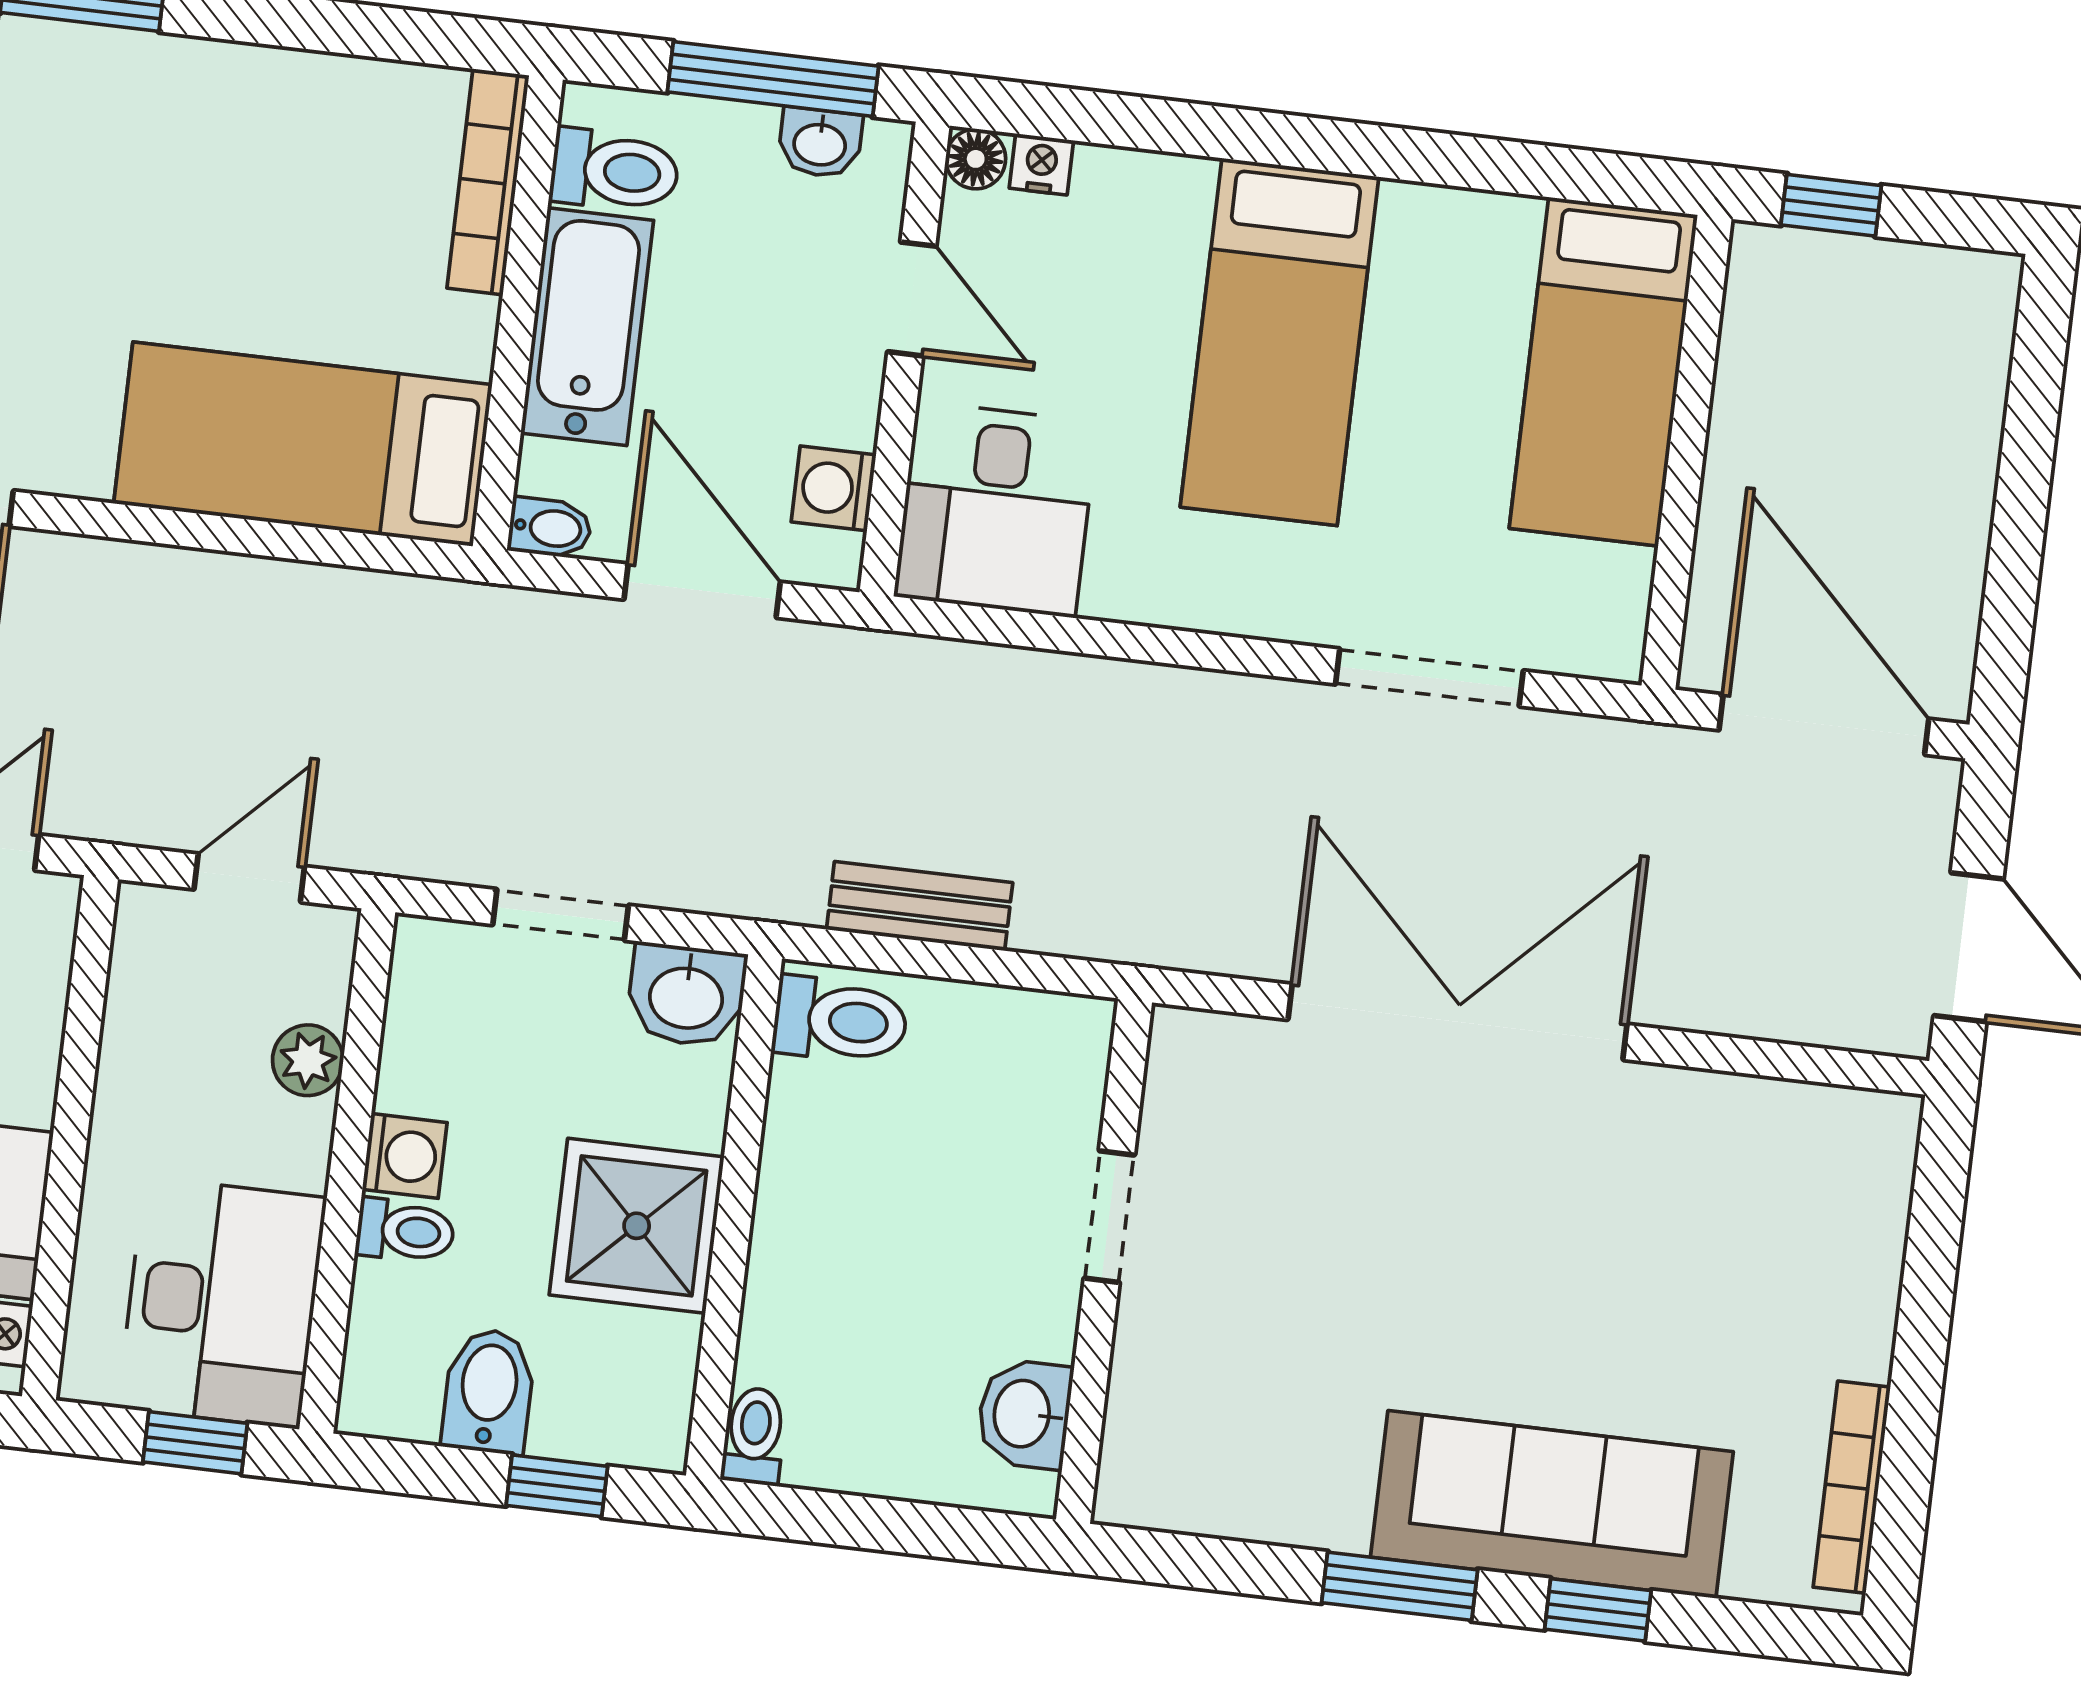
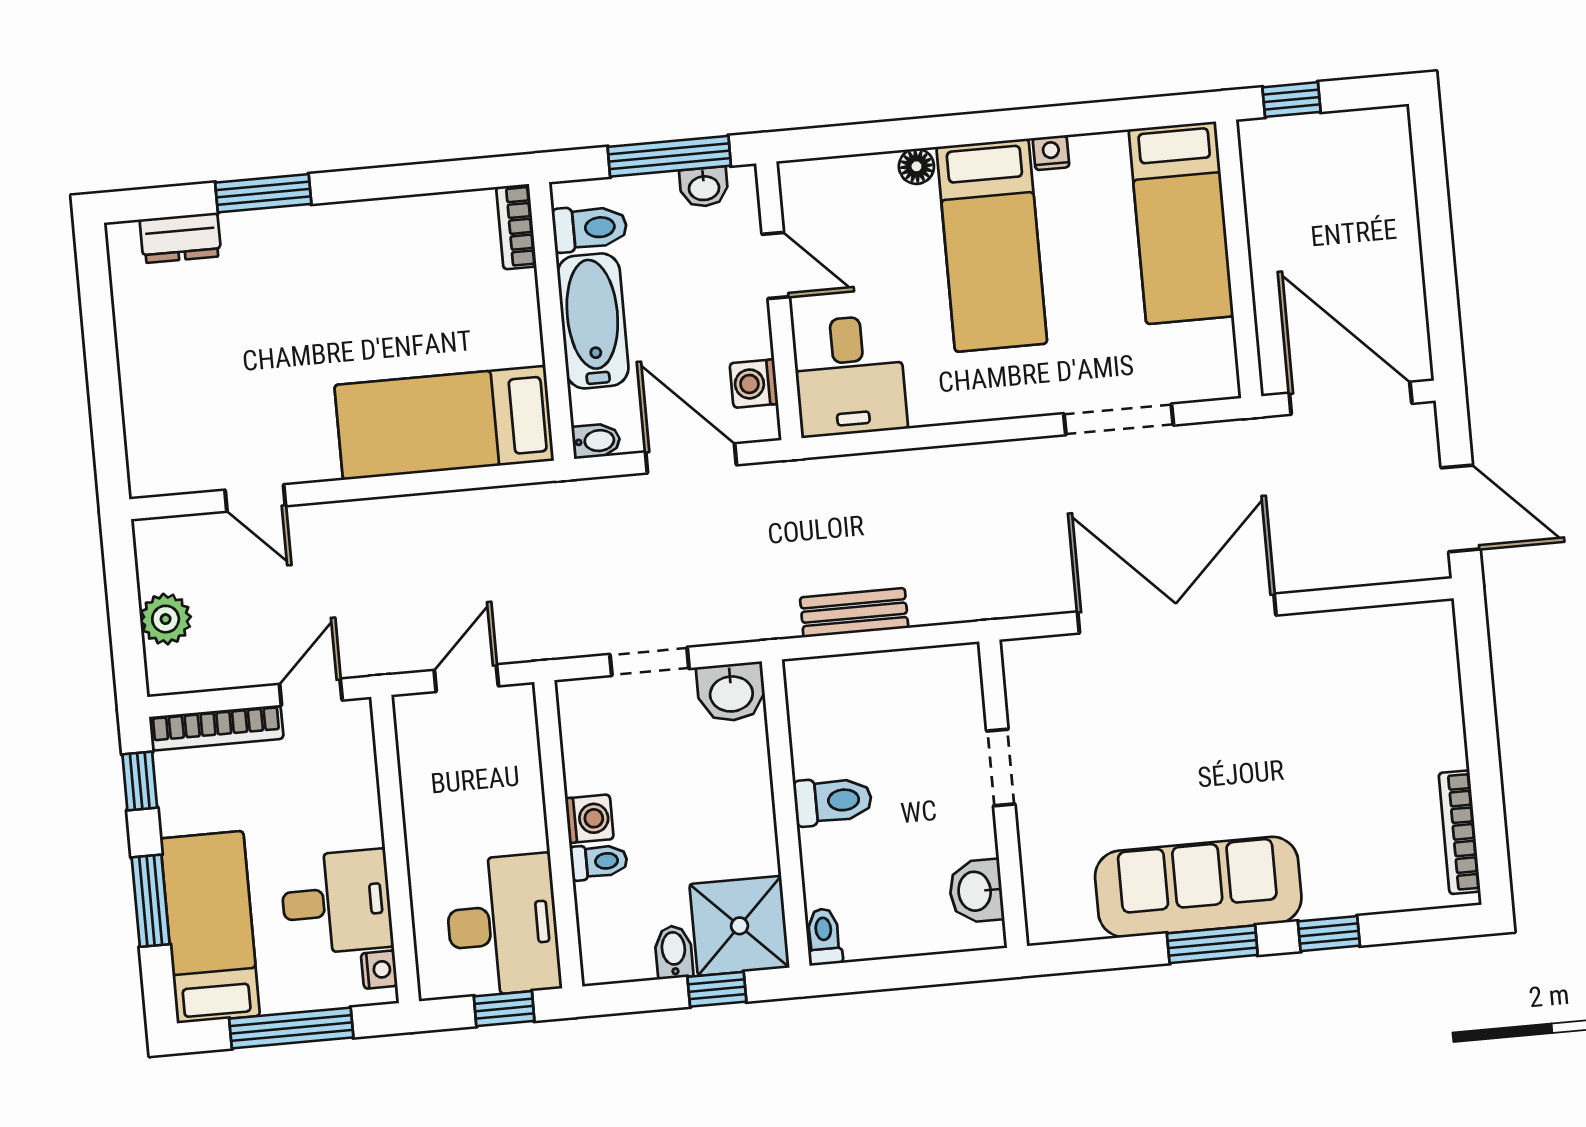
floor lamp: (976, 159) -> (916, 166), moved
nightstand: (1041, 164) -> (1051, 153), moved
bookcase: (488, 182) -> (516, 227), width x0.64
toilet: (840, 1020) -> (833, 801), moved
plant: (308, 1060) -> (522, 776), removed
shower: (637, 1226) -> (740, 926), moved
bidet: (489, 1391) -> (674, 952), width x0.72, depth x0.74
sofa: (1552, 1504) -> (1198, 887), moved

